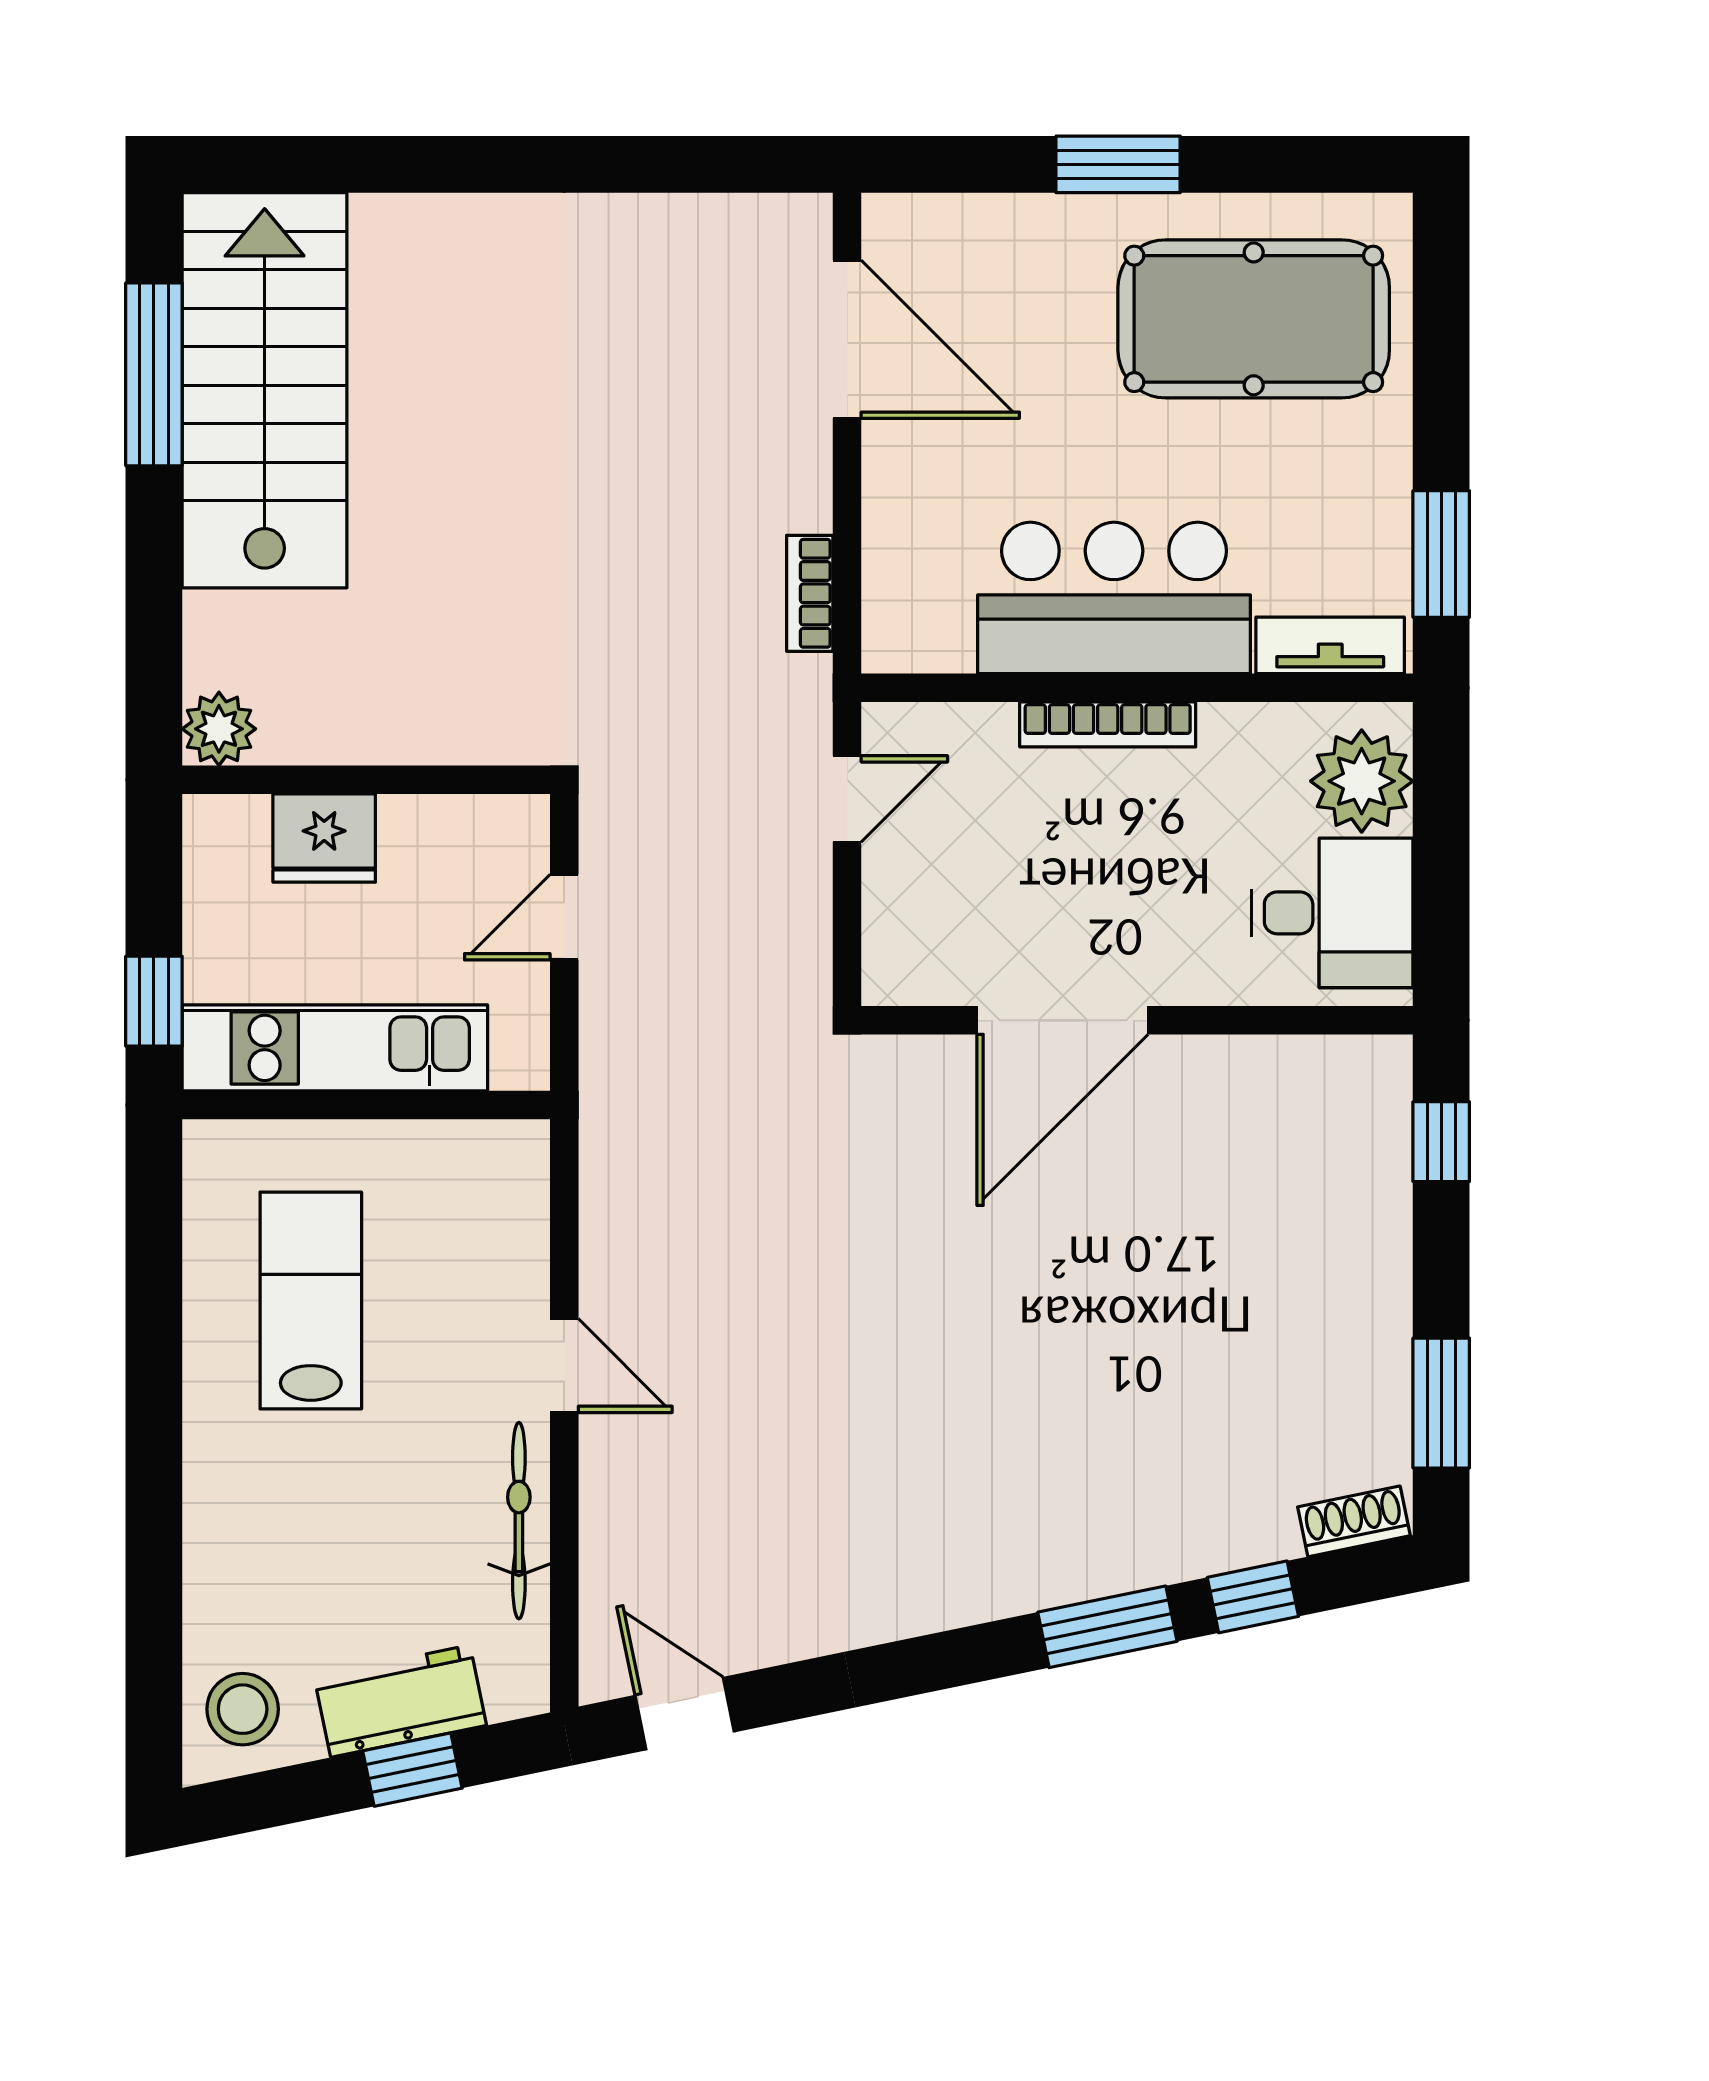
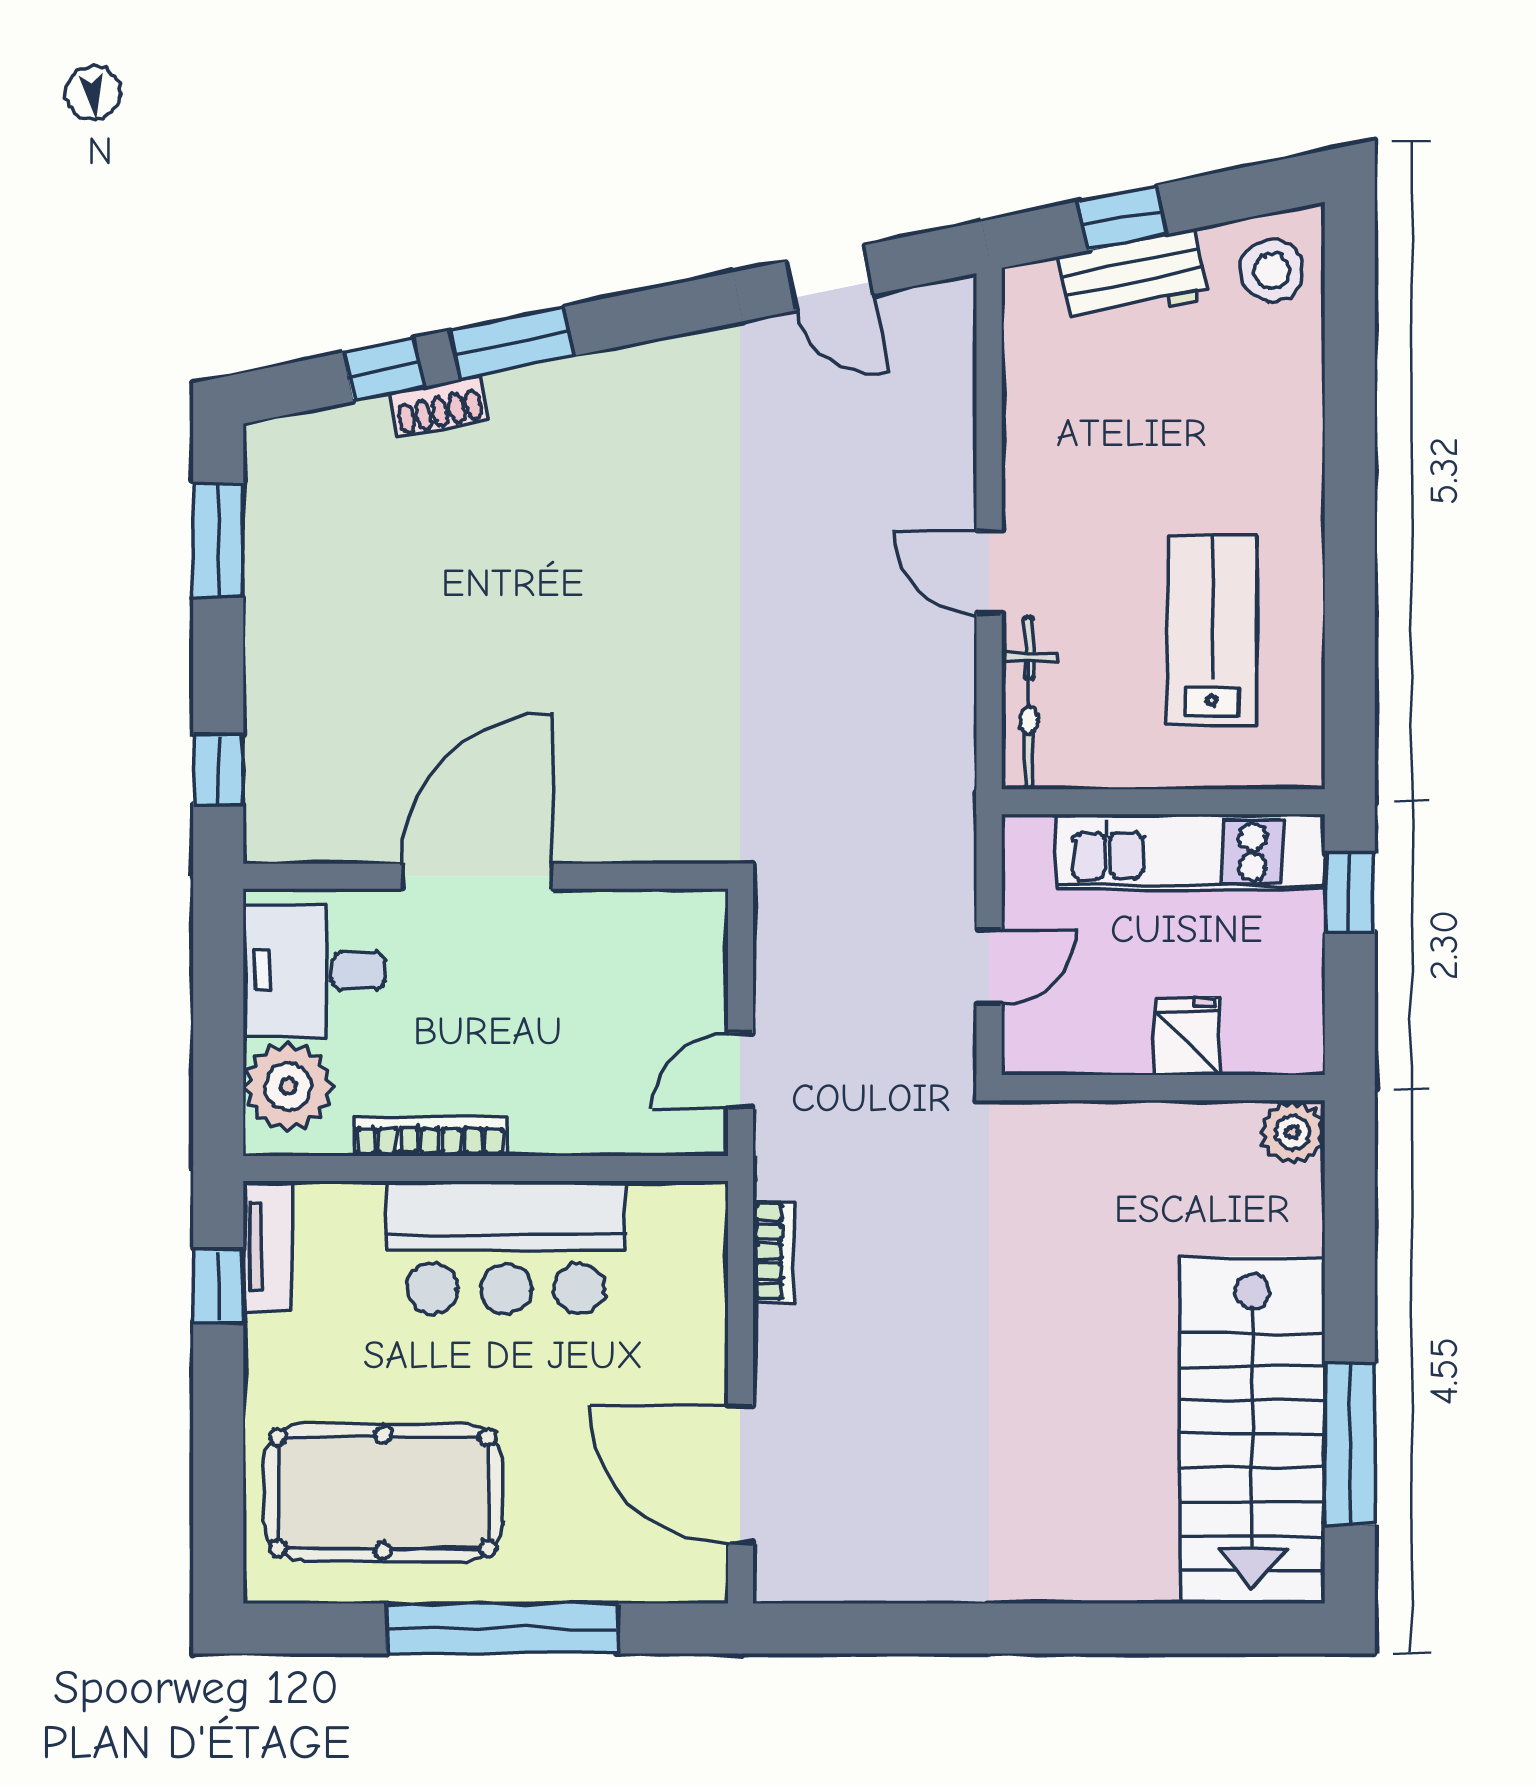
window: (1118, 164) -> (502, 1628), width x2.11
window: (1441, 554) -> (218, 1286), width x0.67
tv unit: (1330, 645) -> (268, 1246), moved, turned -90
bookcase: (1108, 724) -> (430, 1136), moved
fridge: (324, 838) -> (1188, 1036), width x0.72
door: (1062, 1020) -> (477, 876), moved
lab bench: (311, 1301) -> (1212, 630), turned 180
bicycle: (519, 1521) -> (1029, 703), moved
shoe rack: (1354, 1521) -> (439, 406), moved
door: (685, 1714) -> (830, 278), moved

